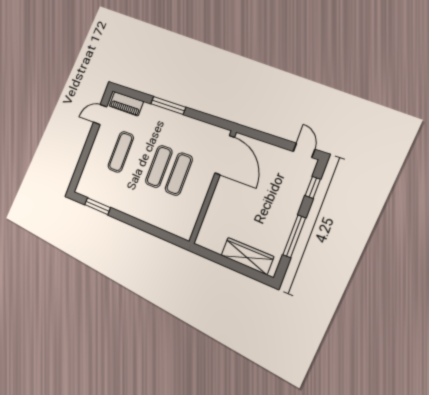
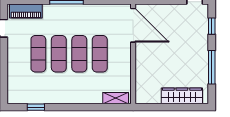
exercise mat: (139, 159) -> (59, 54), added
window: (98, 206) -> (36, 107), width x0.67
shelving: (176, 229) -> (116, 98), added

